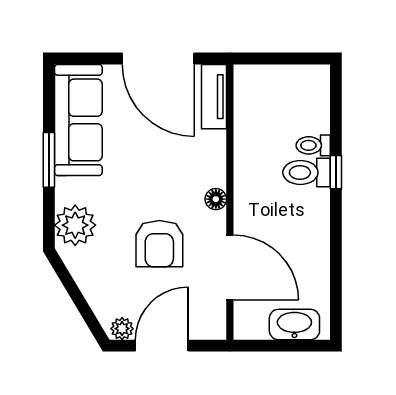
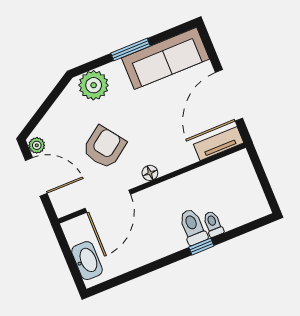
armchair: (159, 244) -> (104, 147), turned 144

